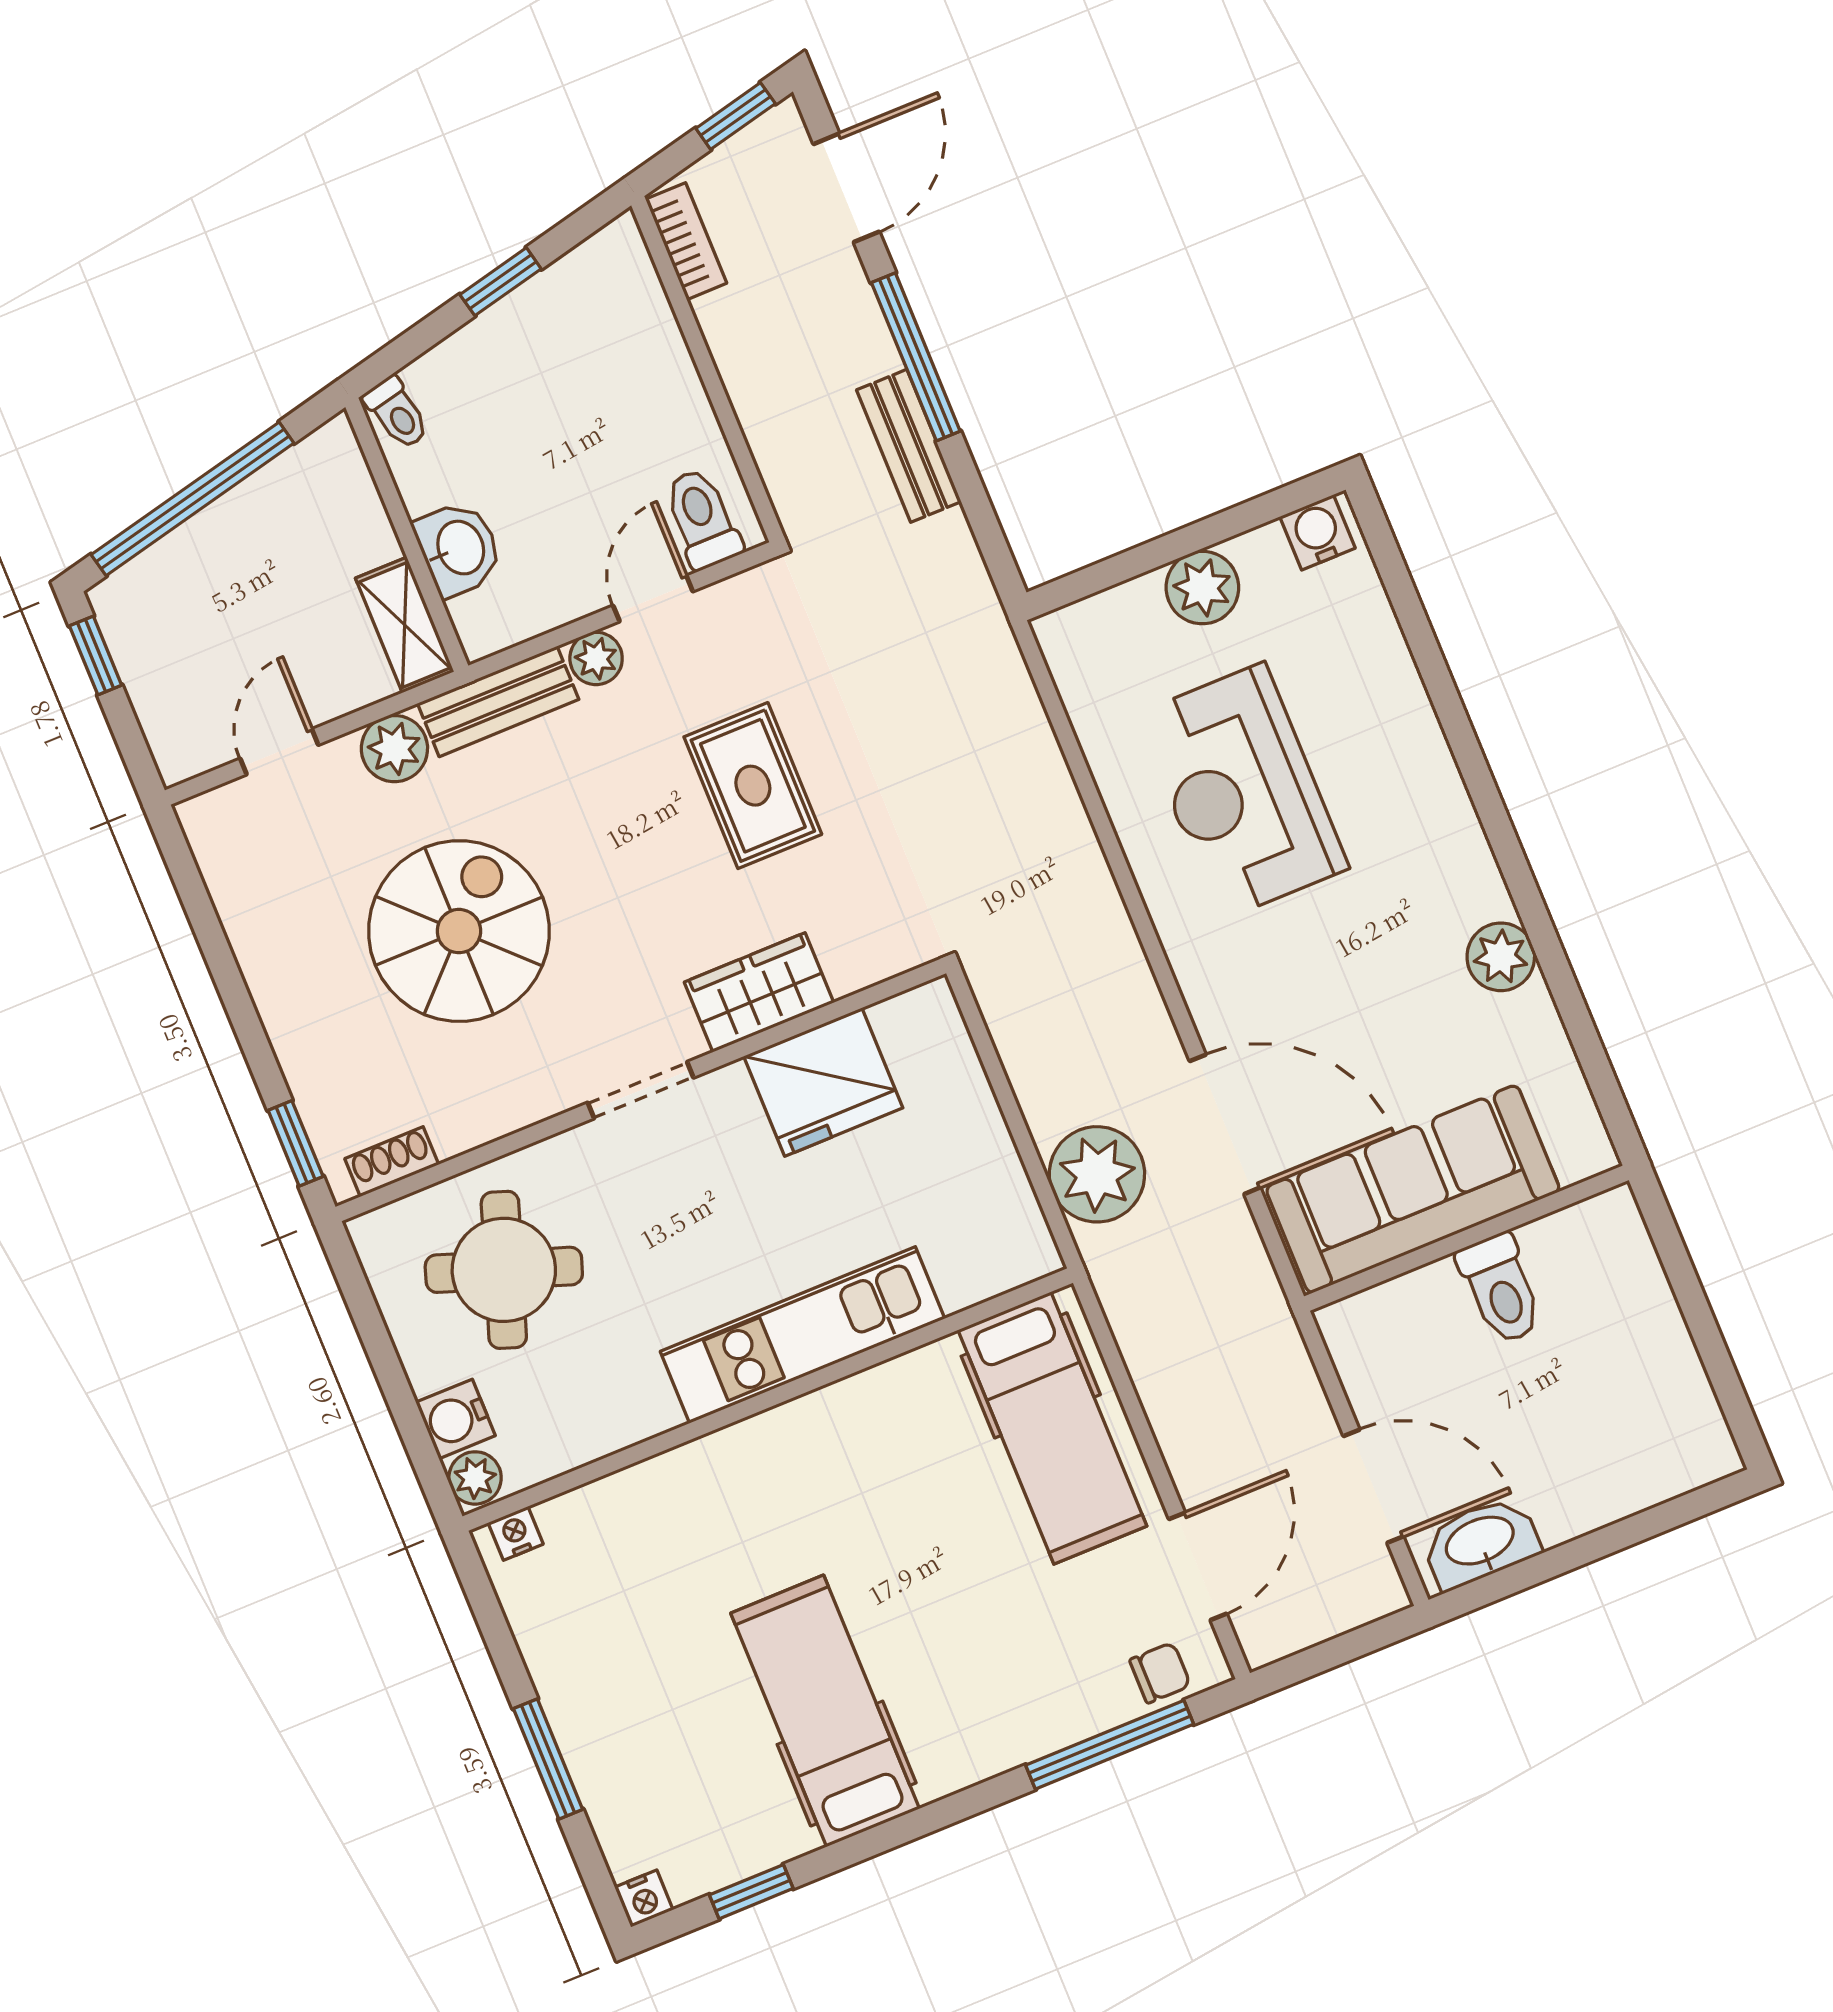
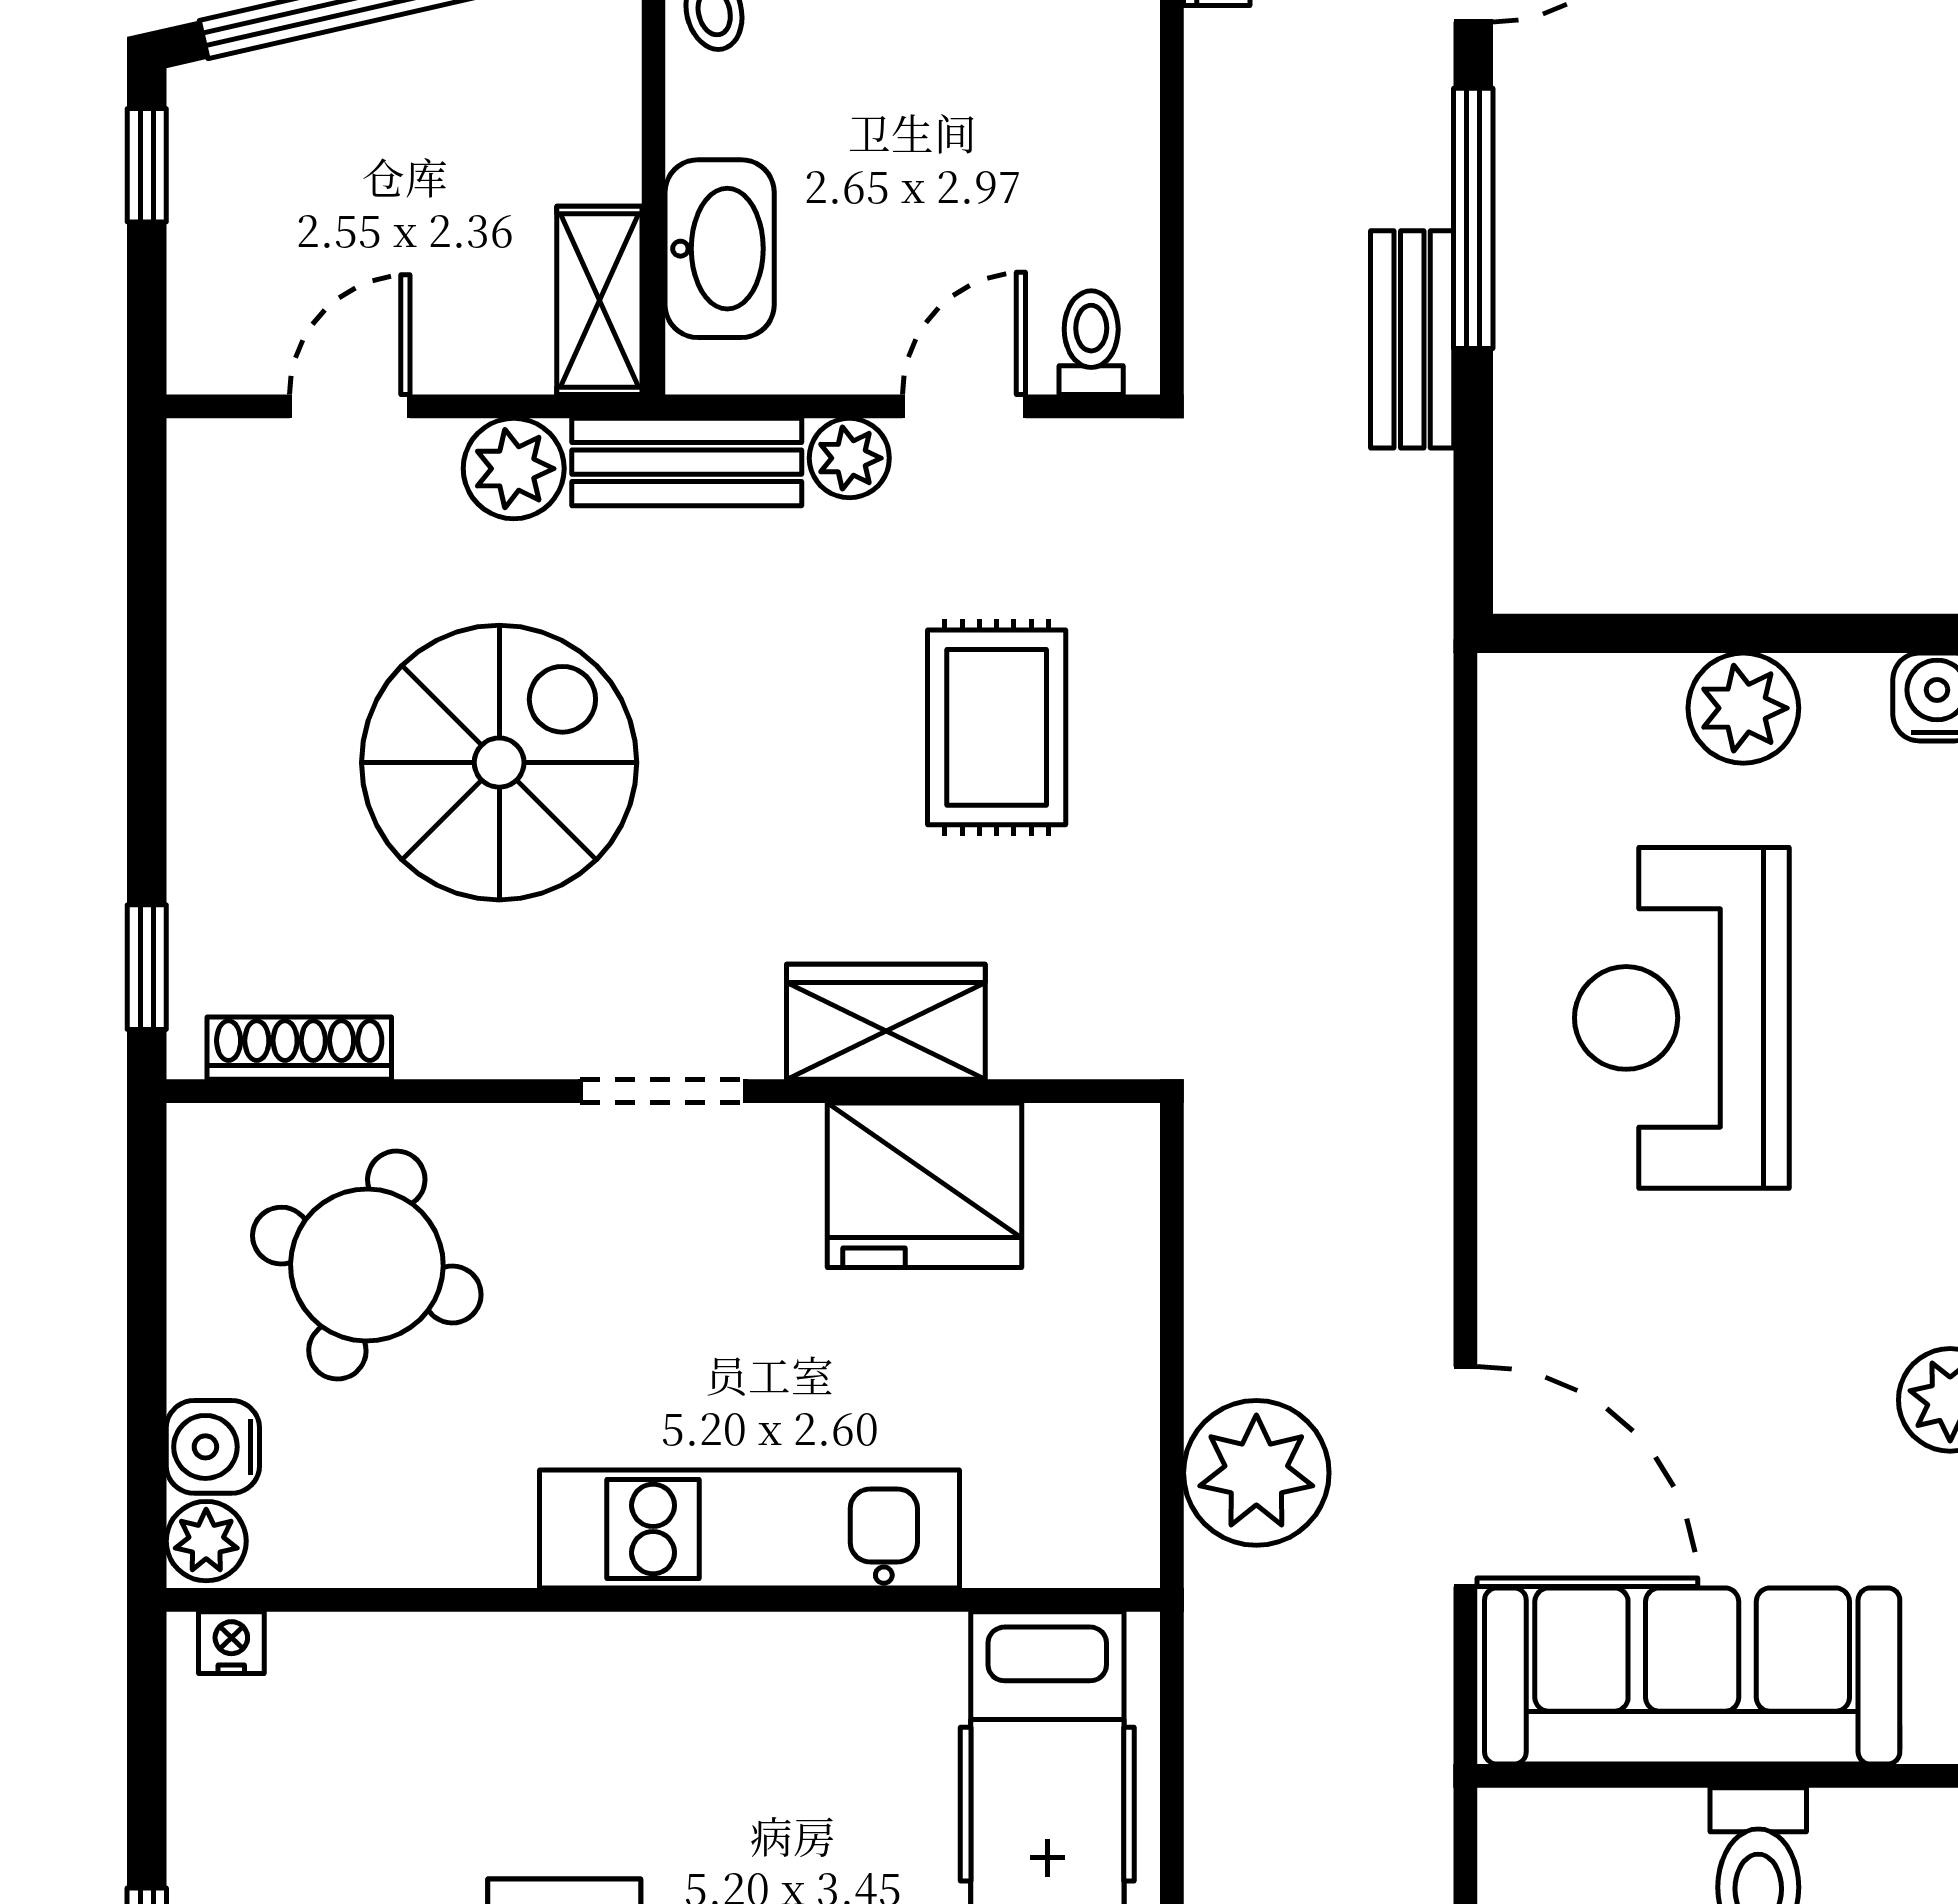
toilet: (702, 519) -> (1091, 343), width x0.73, depth x0.72
washbasin: (459, 548) -> (720, 249), width x1.38
shoe rack: (392, 1162) -> (299, 1048), width x1.43

